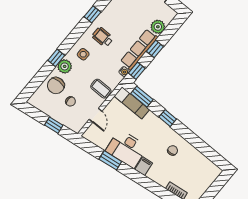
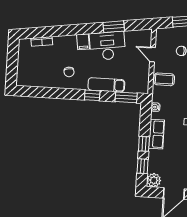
plant: (158, 27) -> (154, 180), moved
row of seats: (139, 49) -> (157, 134), width x0.68
window: (137, 71) -> (143, 166), moved
exam couch: (132, 103) -> (106, 85), moved

